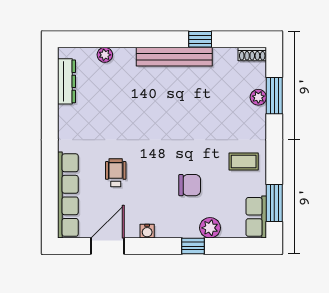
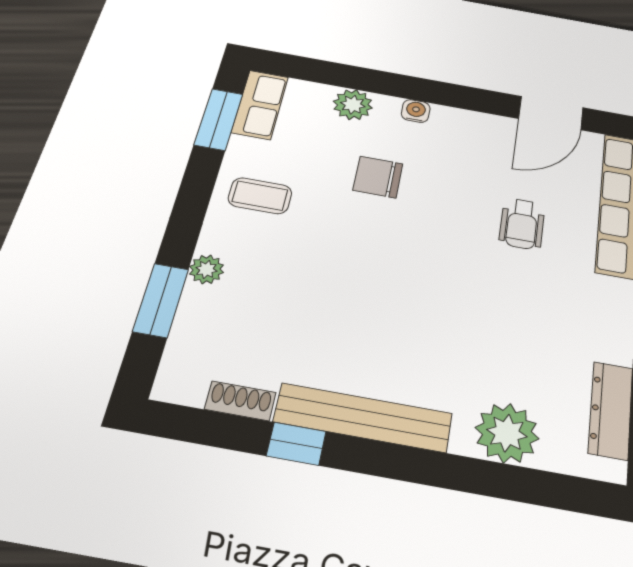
shoe rack: (252, 54) -> (240, 401), moved
plant: (105, 55) -> (507, 433), width x1.88, depth x1.88
plant: (258, 97) -> (207, 269), moved
water cooler: (147, 231) -> (416, 111), moved
window: (193, 246) -> (391, 84), removed

